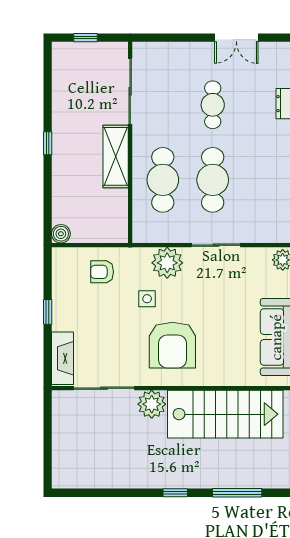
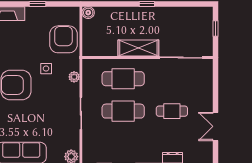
plant: (167, 263) -> (74, 77), width x0.53, depth x0.53
armchair: (102, 272) -> (63, 39), width x1.88, depth x1.88

